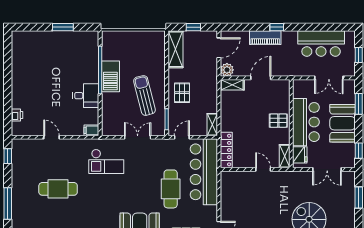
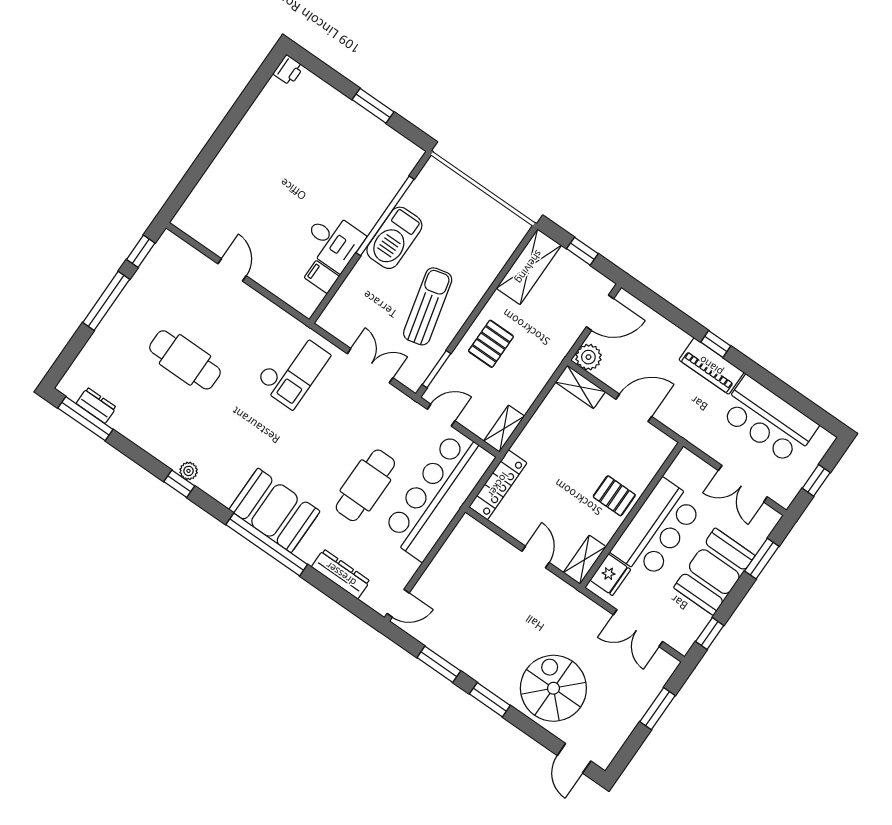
piano: (265, 38) -> (711, 366), moved
printer: (17, 115) -> (288, 70), moved
filing cabinet: (91, 130) -> (322, 277), moved
checkout: (106, 161) -> (293, 370), turned -90
window: (8, 204) -> (106, 301), moved

